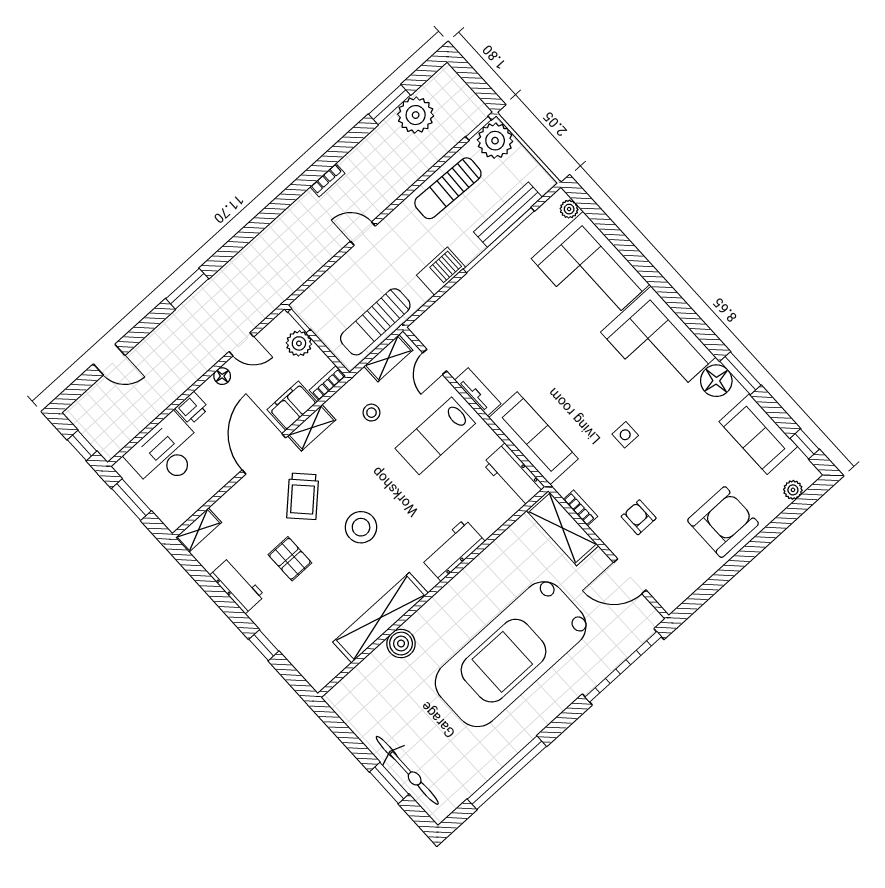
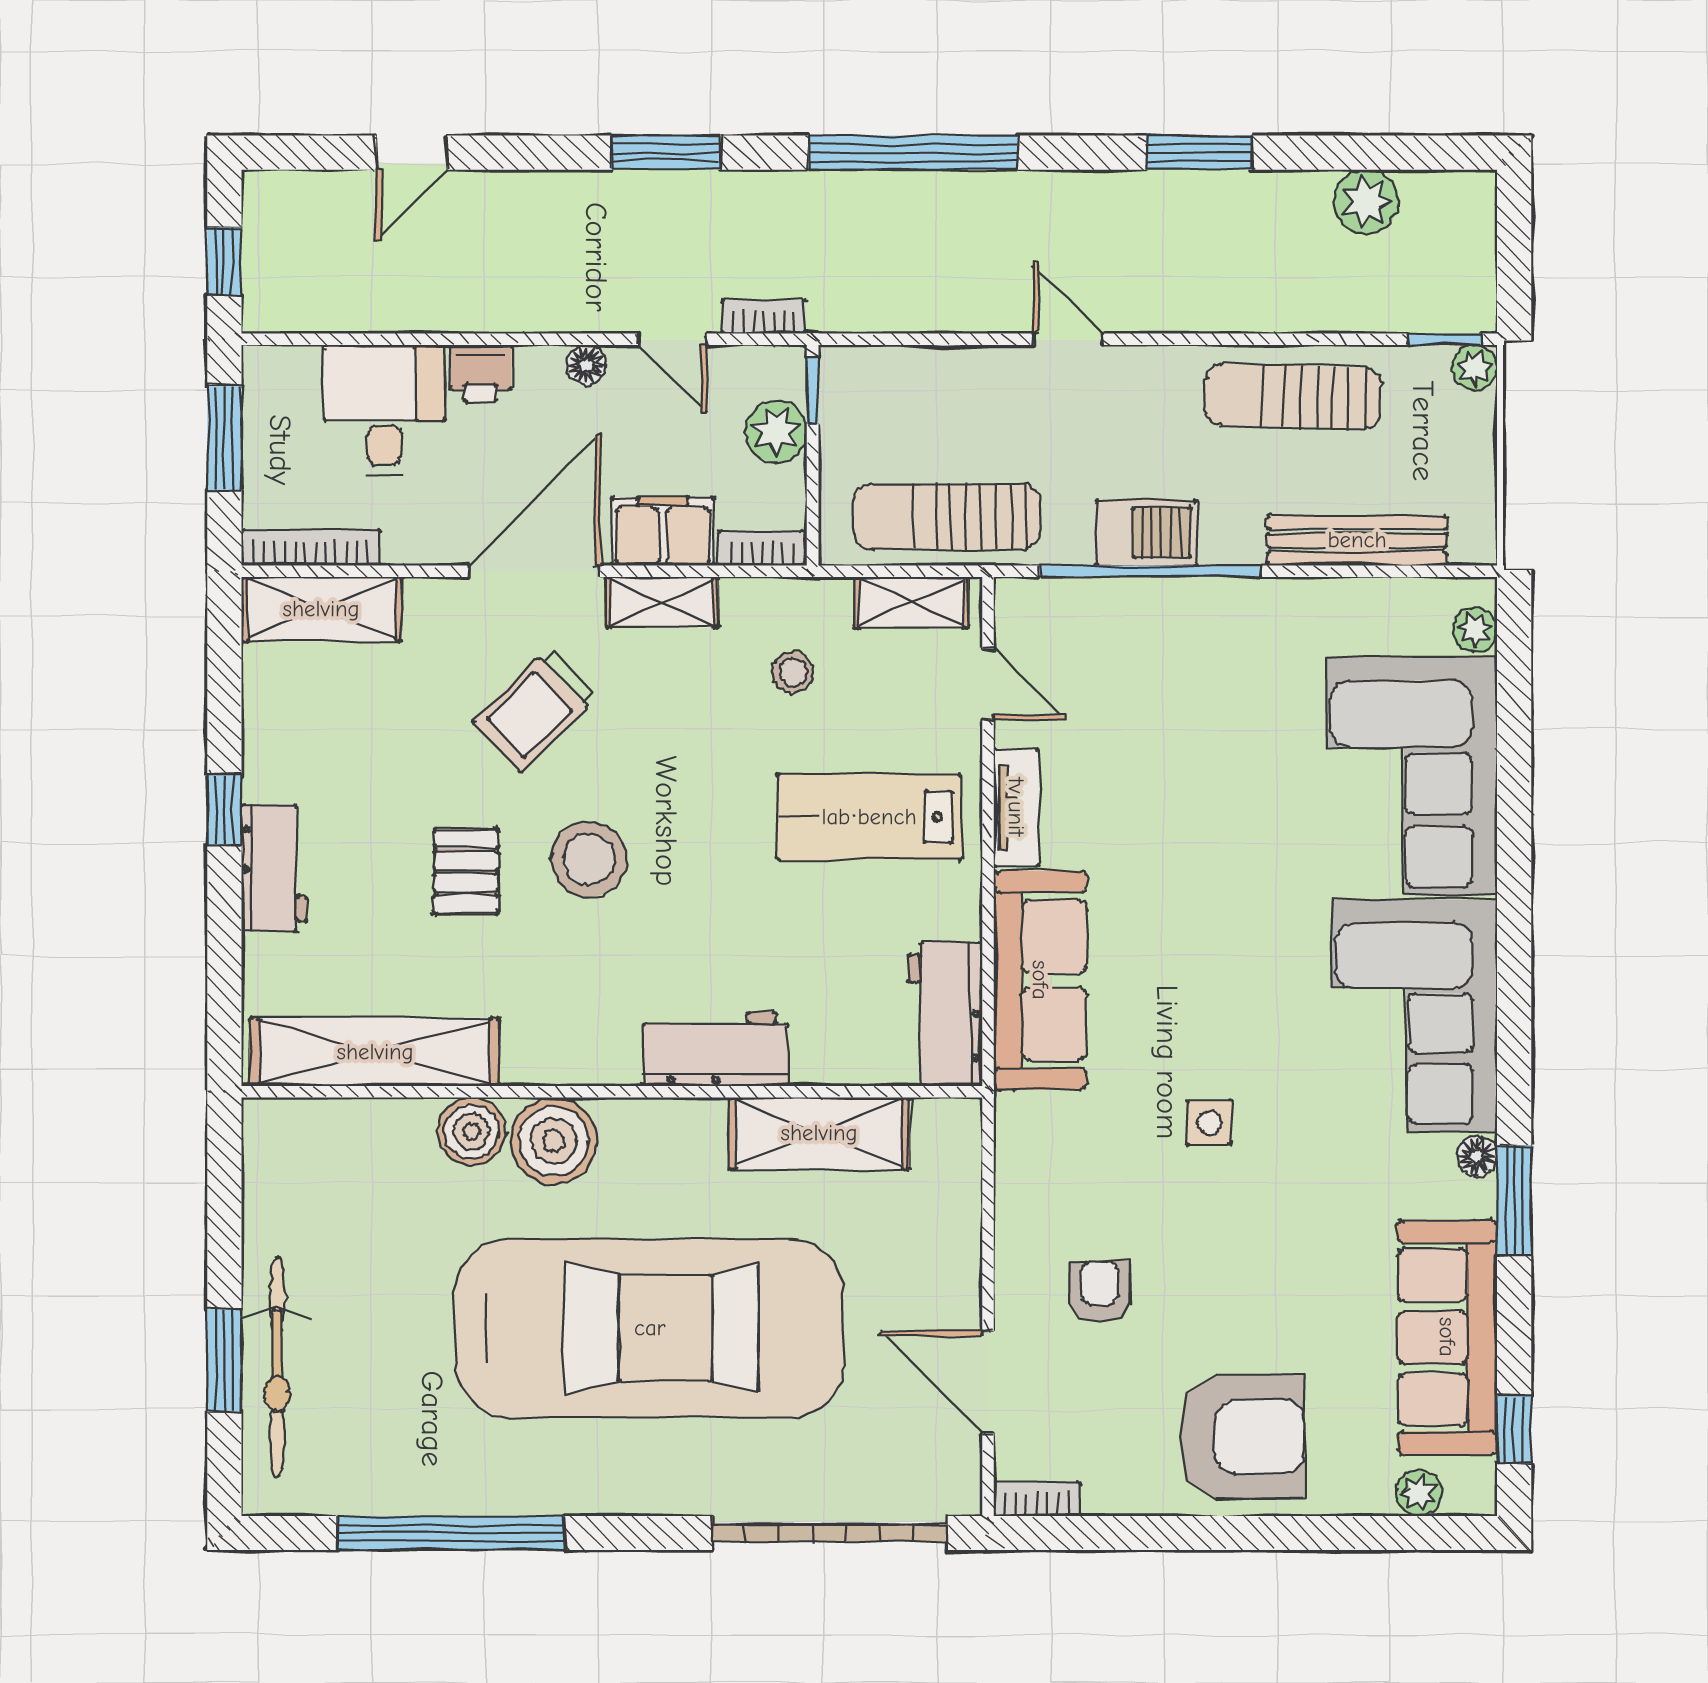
window: (389, 105) -> (1199, 153), moved
plant: (416, 115) -> (1366, 202), width x0.73, depth x0.73
plant: (495, 141) -> (1474, 368), width x0.53, depth x0.53
bookcase: (327, 180) -> (763, 317), moved, turned 180
window: (263, 220) -> (913, 153), added
window: (499, 240) -> (1150, 571), moved
door: (109, 360) -> (412, 153), hinge flipped
door: (435, 362) -> (988, 684), swing flipped
floor lamp: (716, 381) -> (1477, 1156), width x0.53, depth x0.53
sofa: (758, 434) -> (1447, 1337), width x1.36
desk: (166, 453) -> (384, 410), width x0.73
bookcase: (580, 508) -> (1037, 1499), moved, turned -90
bookcase: (189, 509) -> (311, 548), added
shelving: (563, 528) -> (819, 1133), moved, turned 90
shelving: (199, 530) -> (321, 609), width x1.50, depth x1.33
pallet: (290, 559) -> (466, 871), moved
workbench: (237, 585) -> (274, 868), moved
shelving: (380, 618) -> (375, 1052), moved
boiler: (429, 623) -> (554, 1141), added
window: (264, 645) -> (224, 810), moved
car: (511, 654) -> (650, 1328), turned 180

